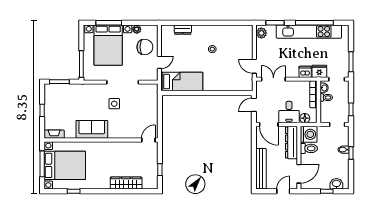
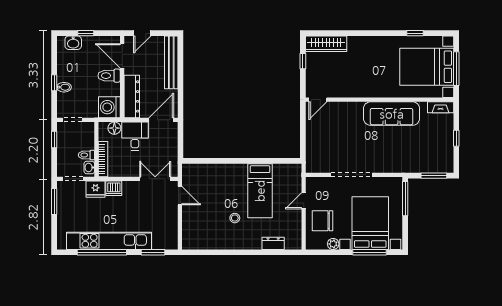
plant: (261, 33) -> (171, 239), removed
double door: (273, 79) -> (155, 179), swing flipped
bed: (182, 82) -> (260, 191), moved, turned -90
side table: (114, 104) -> (362, 147), removed
door: (254, 105) -> (181, 145), removed
door: (269, 125) -> (161, 120), hinge flipped
sofa: (92, 129) -> (392, 114), width x1.36
toilet: (309, 148) -> (109, 76), moved
door: (299, 174) -> (122, 56), hinge flipped
wardrobe: (126, 183) -> (326, 44), moved

